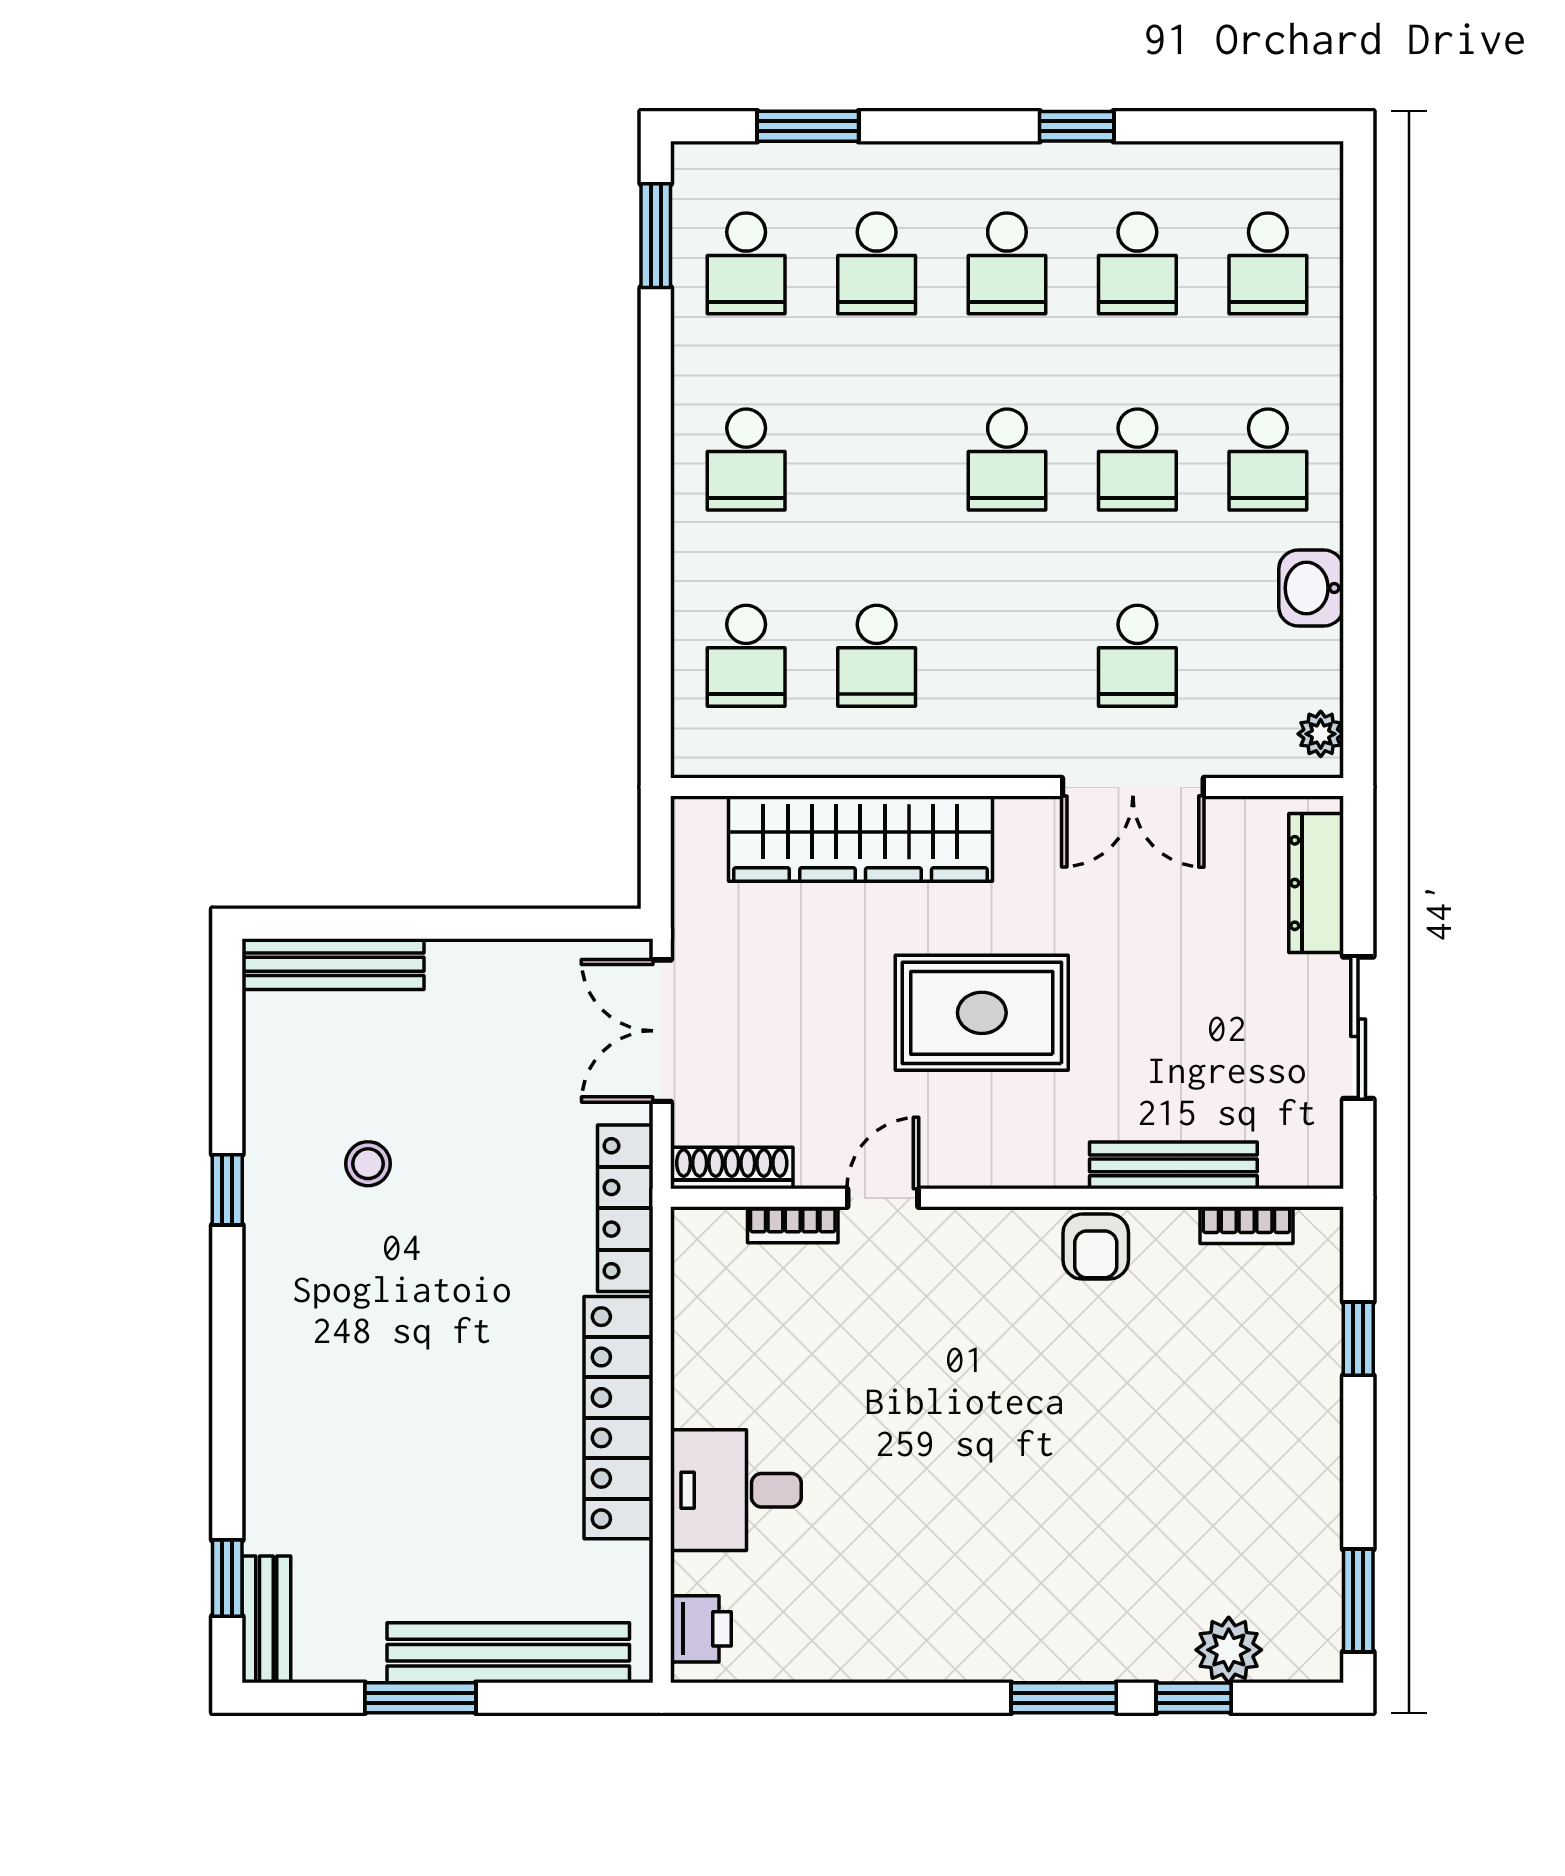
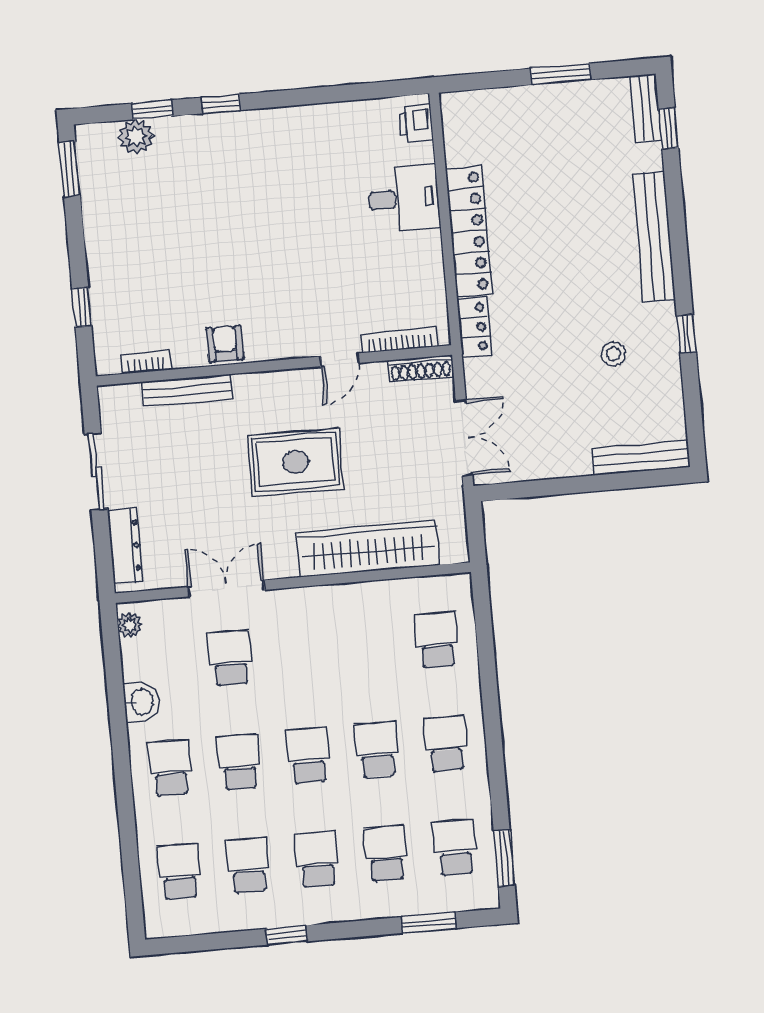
school desk: (877, 656) -> (377, 750), moved
locker: (625, 1208) -> (474, 327), width x0.66
bookcase: (793, 1225) -> (399, 340), width x1.56
bench: (508, 1653) -> (654, 236), moved, turned 90
window: (1064, 1698) -> (221, 104), width x0.67

